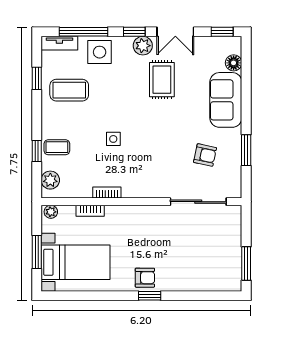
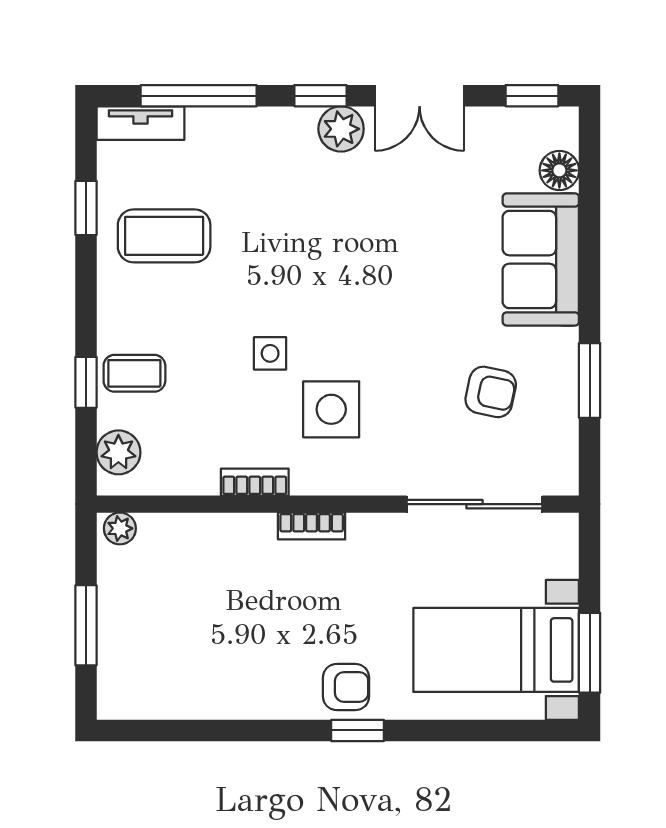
side table: (100, 52) -> (331, 409), moved
rug: (162, 80) -> (387, 211), removed
bookcase: (90, 211) -> (312, 526), moved
bed with nightstands: (76, 262) -> (496, 650), moved, turned 180

